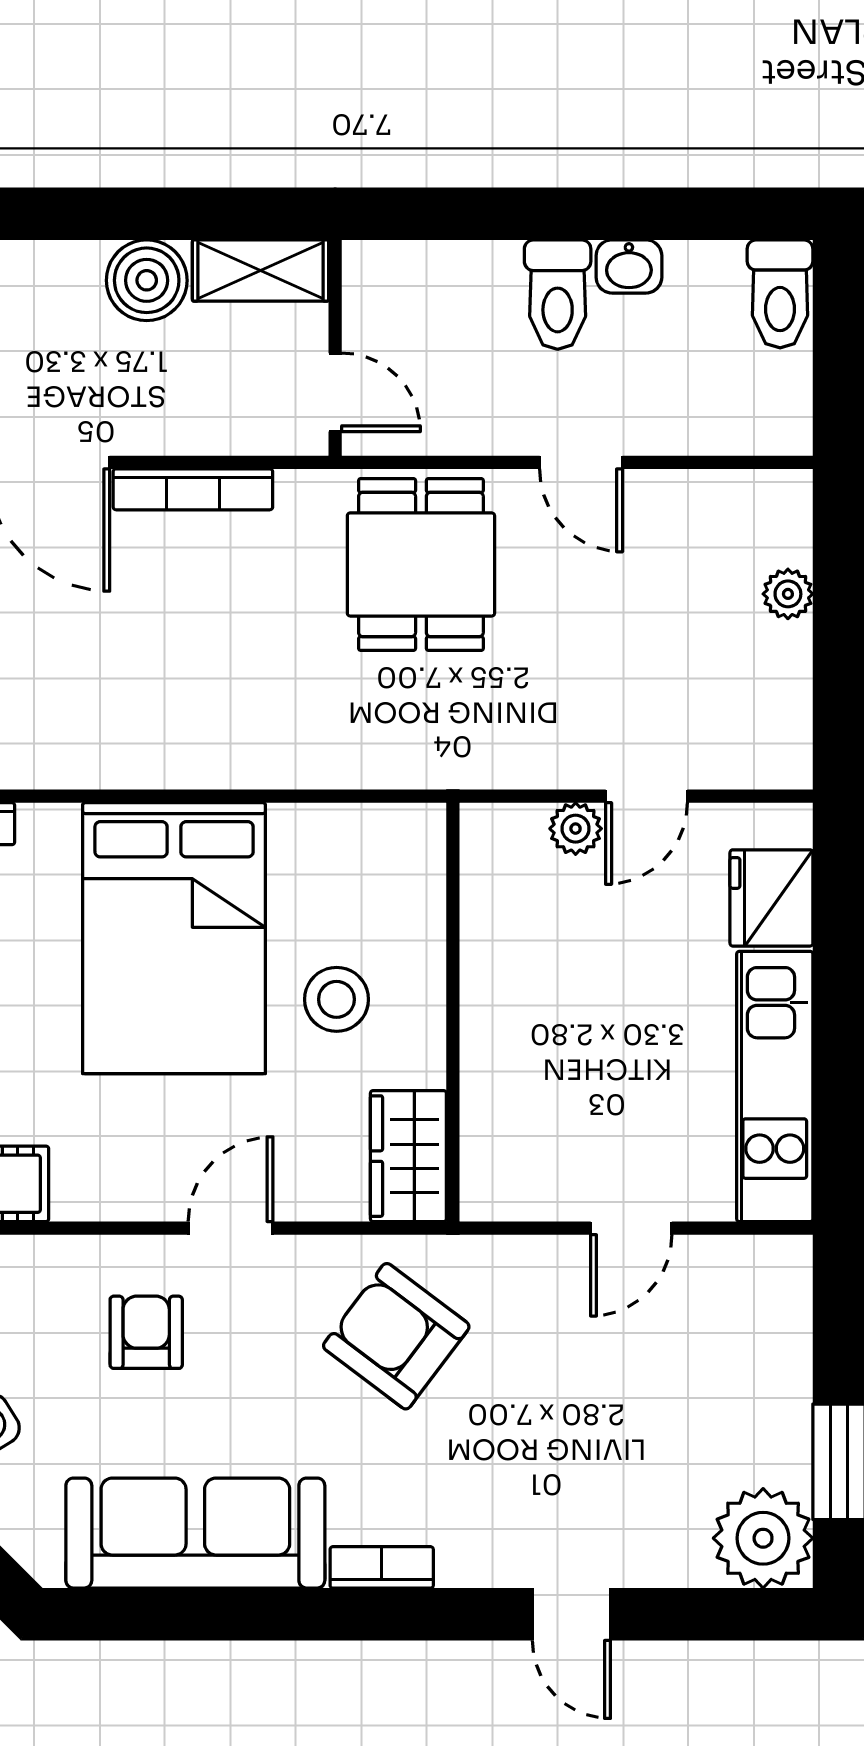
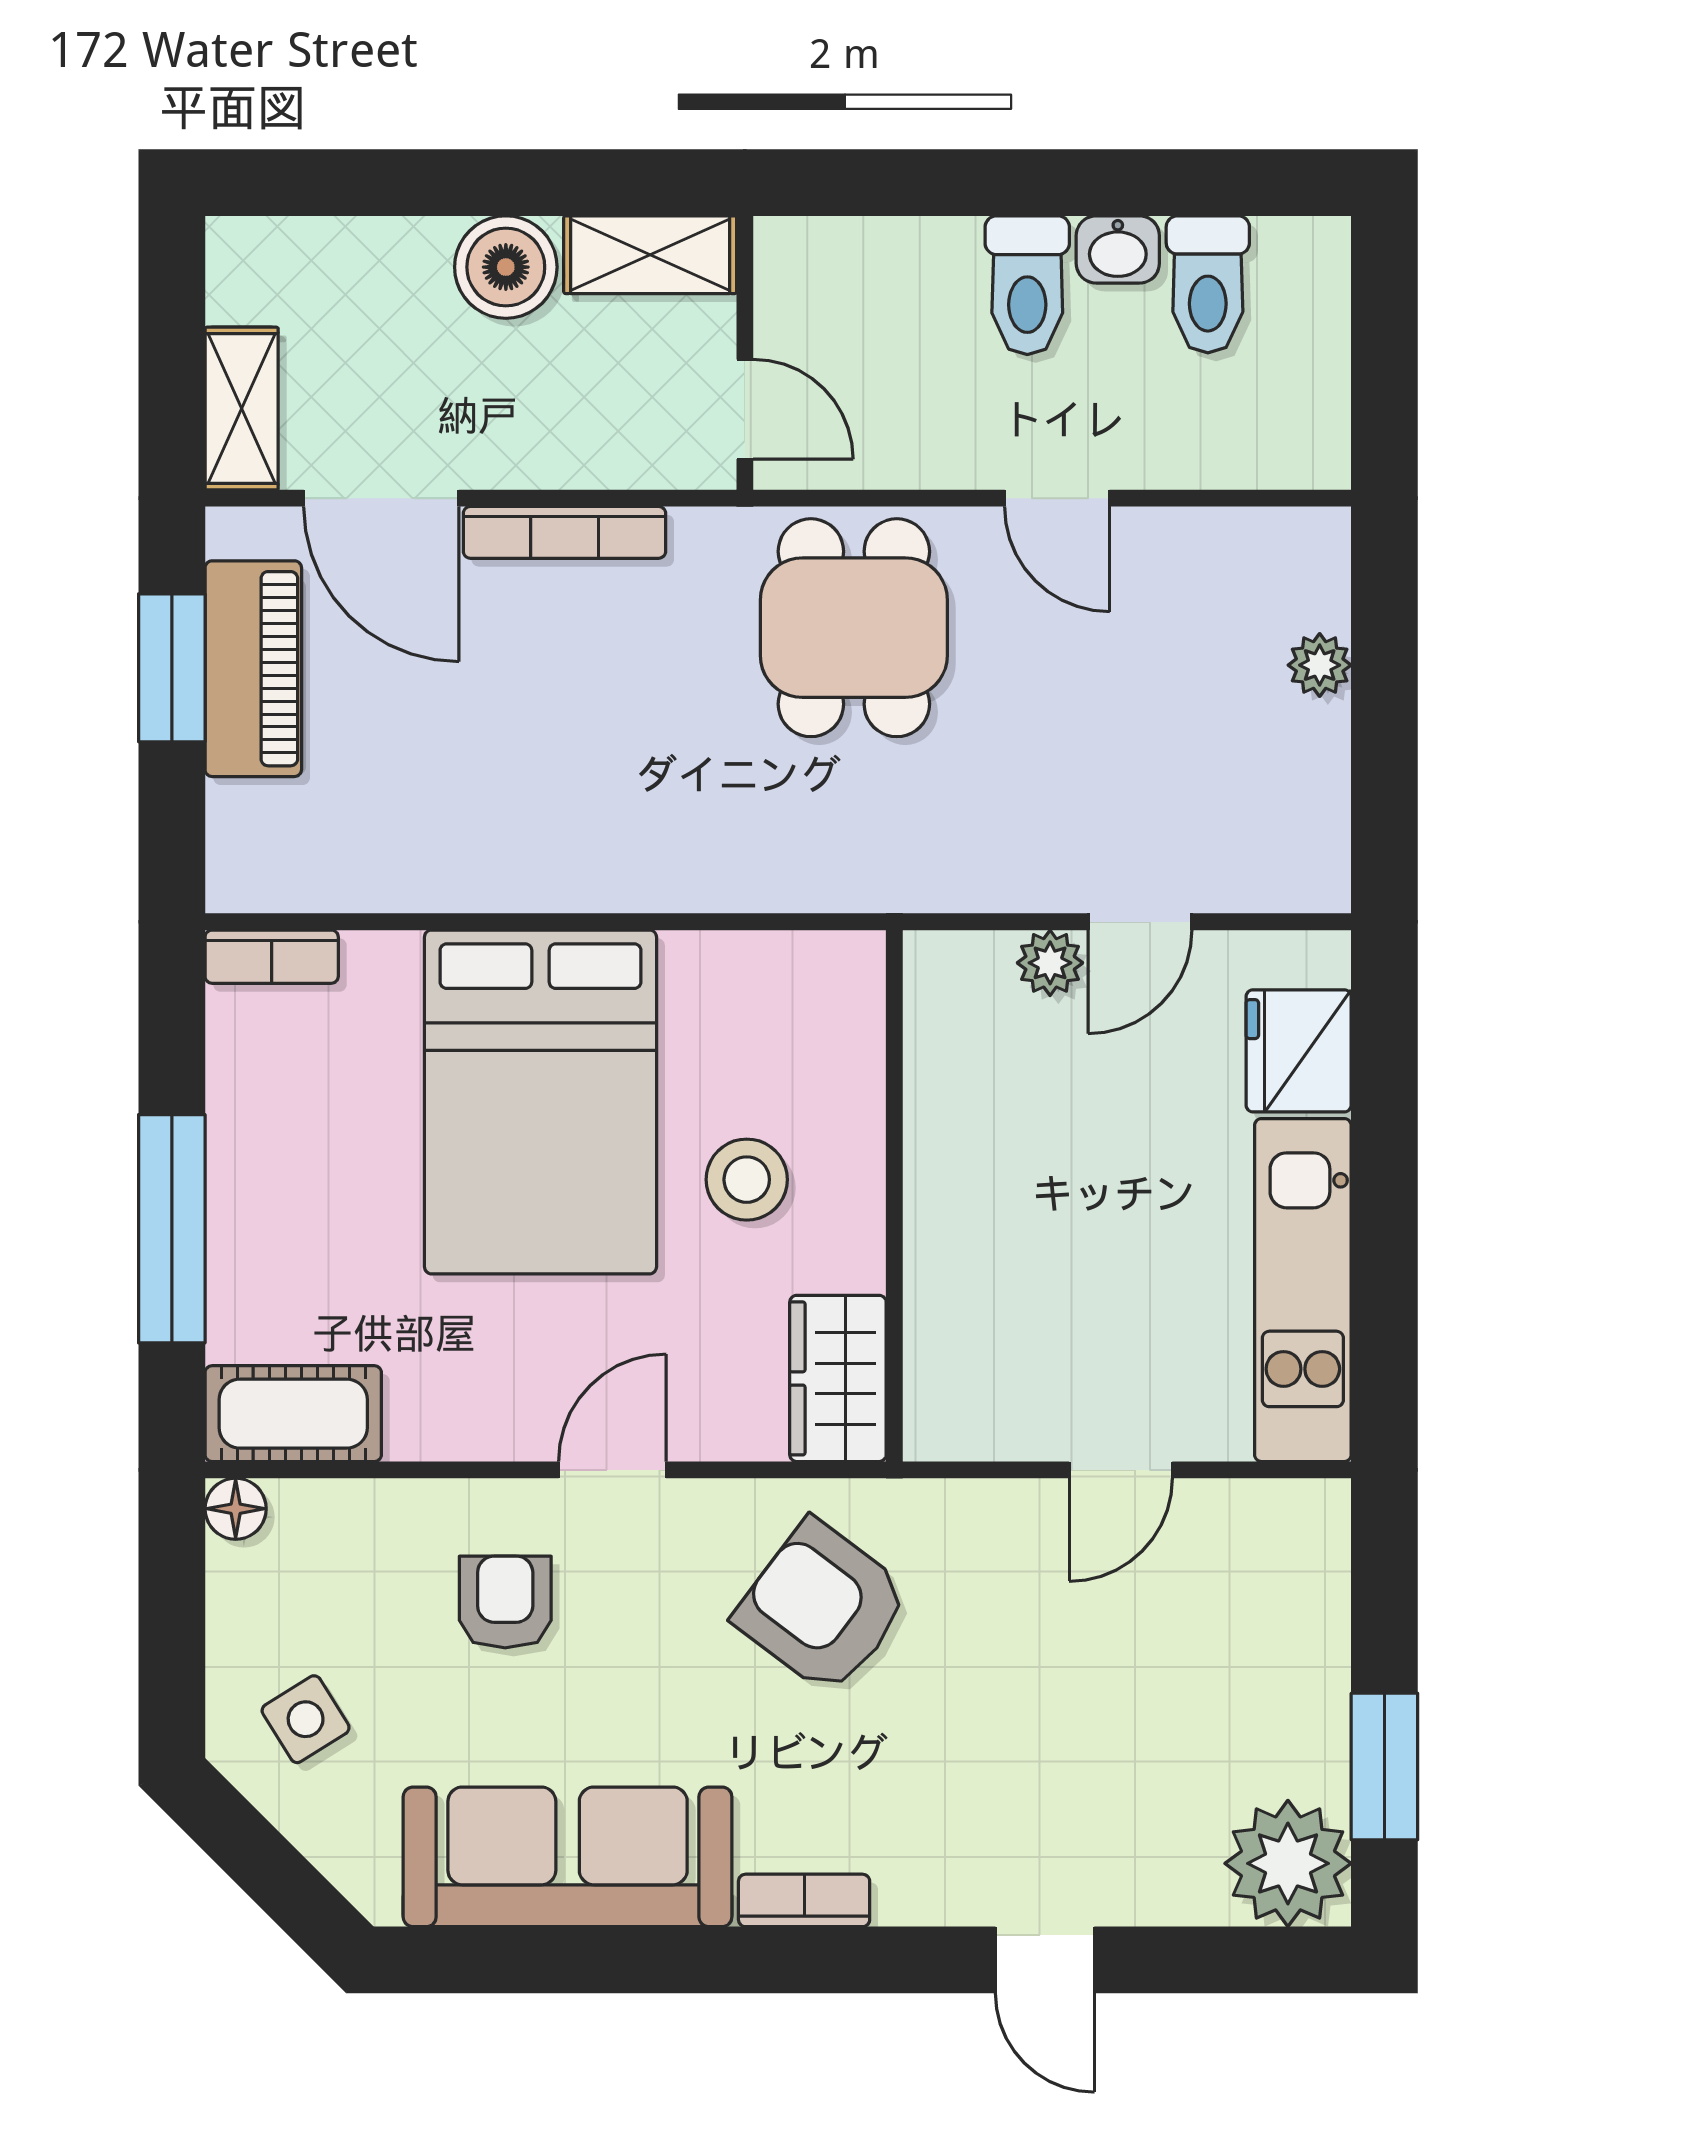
toilet: (780, 294) -> (1208, 284), moved

